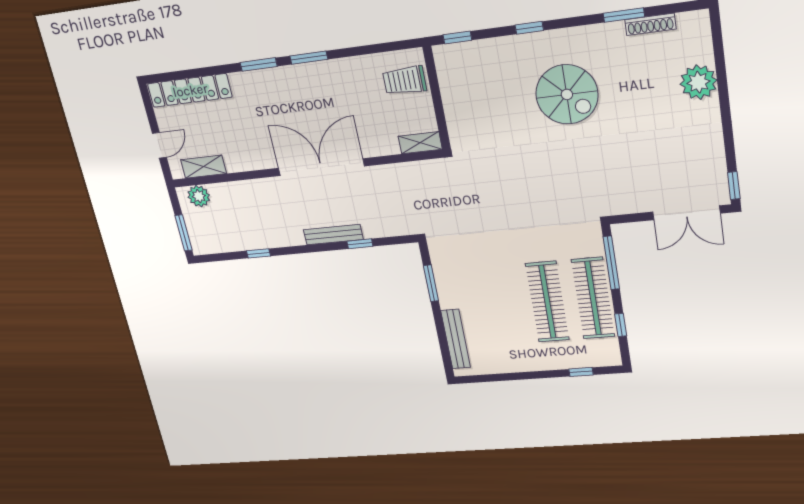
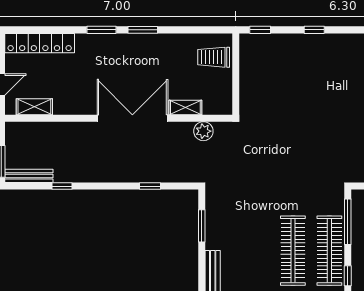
spiral stairs: (567, 94) -> (334, 83), removed
shelving: (420, 143) -> (185, 107), moved
plant: (199, 196) -> (203, 131), moved
bench: (333, 235) -> (29, 176), moved

